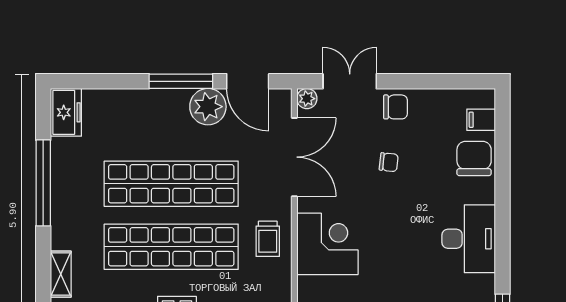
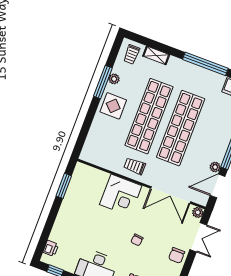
plant: (208, 107) -> (215, 167), width x0.53, depth x0.53
chair: (389, 162) -> (137, 240), moved

